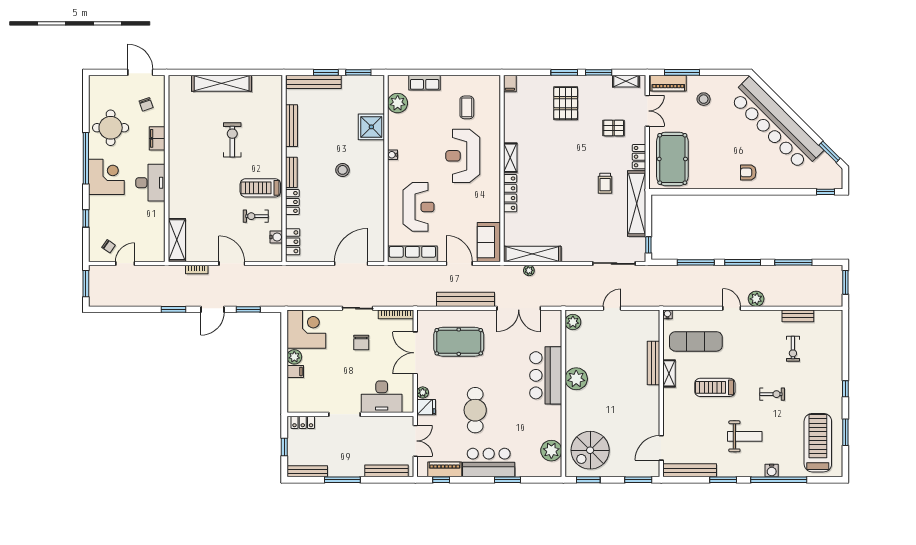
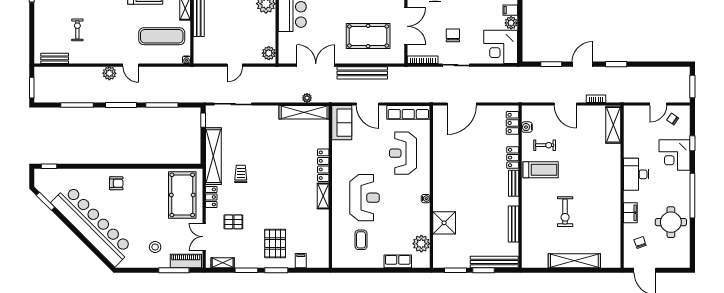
filing cabinet: (510, 83) -> (301, 261), moved
stool: (343, 170) -> (469, 185), removed
corner desk: (106, 177) -> (675, 155), moved
bench: (798, 316) -> (55, 58), moved

